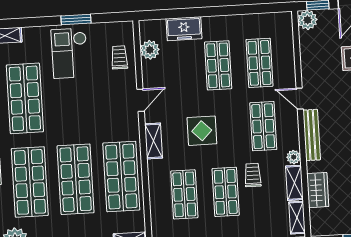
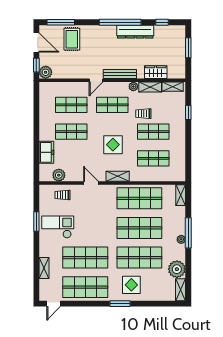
checkout: (70, 53) -> (58, 227), turned 180

